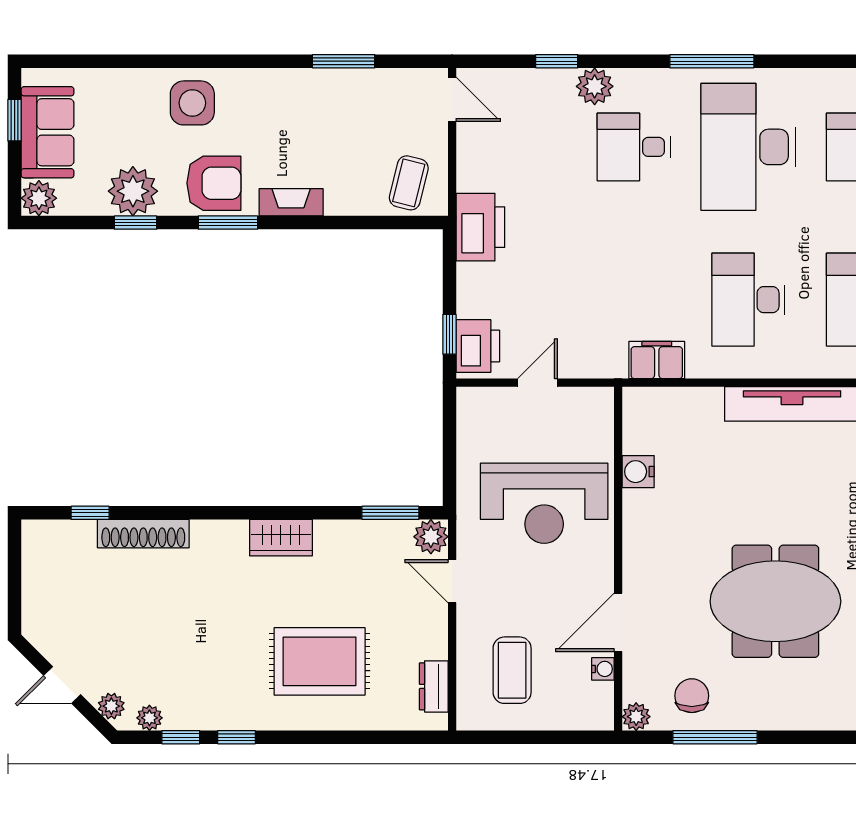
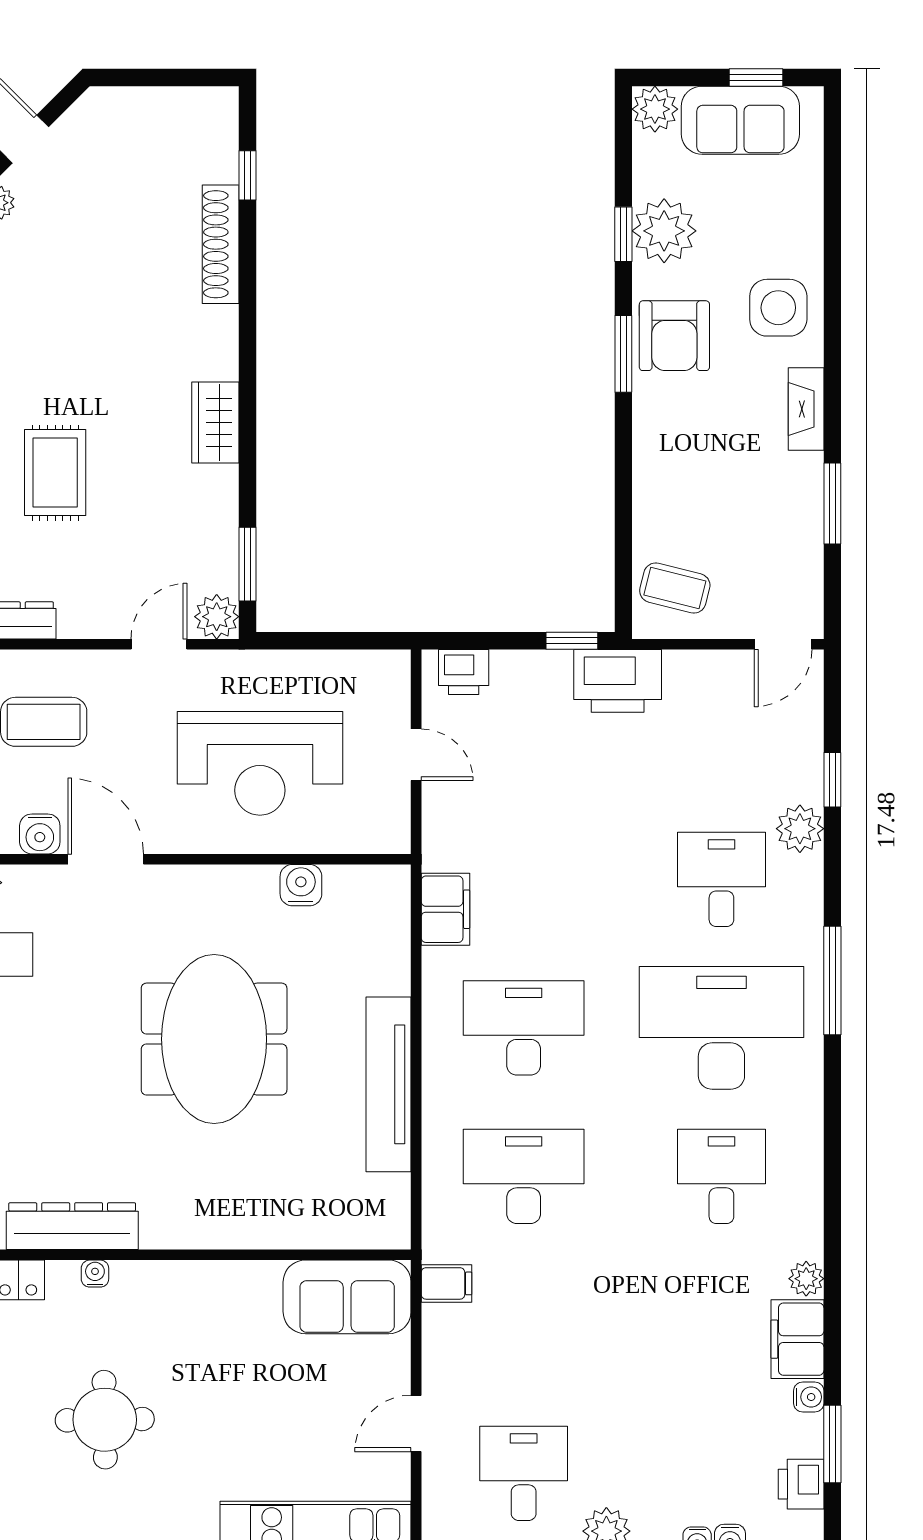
fireplace: (291, 202) -> (806, 409), moved, turned 180
window: (449, 334) -> (572, 641), moved
printer: (478, 346) -> (464, 672), width x0.73, depth x0.81
reception desk: (544, 503) -> (260, 763), turned -90
meeting table: (775, 601) -> (214, 1039), moved
rug: (320, 661) -> (55, 473), width x0.73, depth x0.70
water cooler: (603, 669) -> (40, 834), width x1.38, depth x1.38

